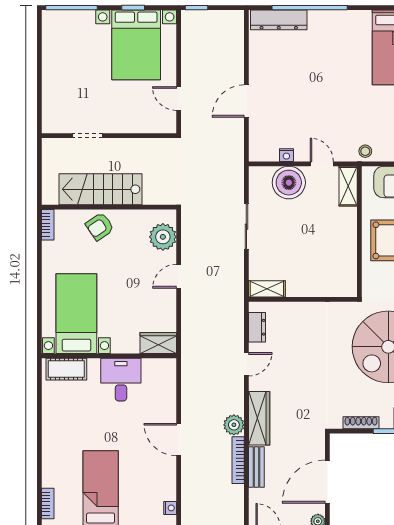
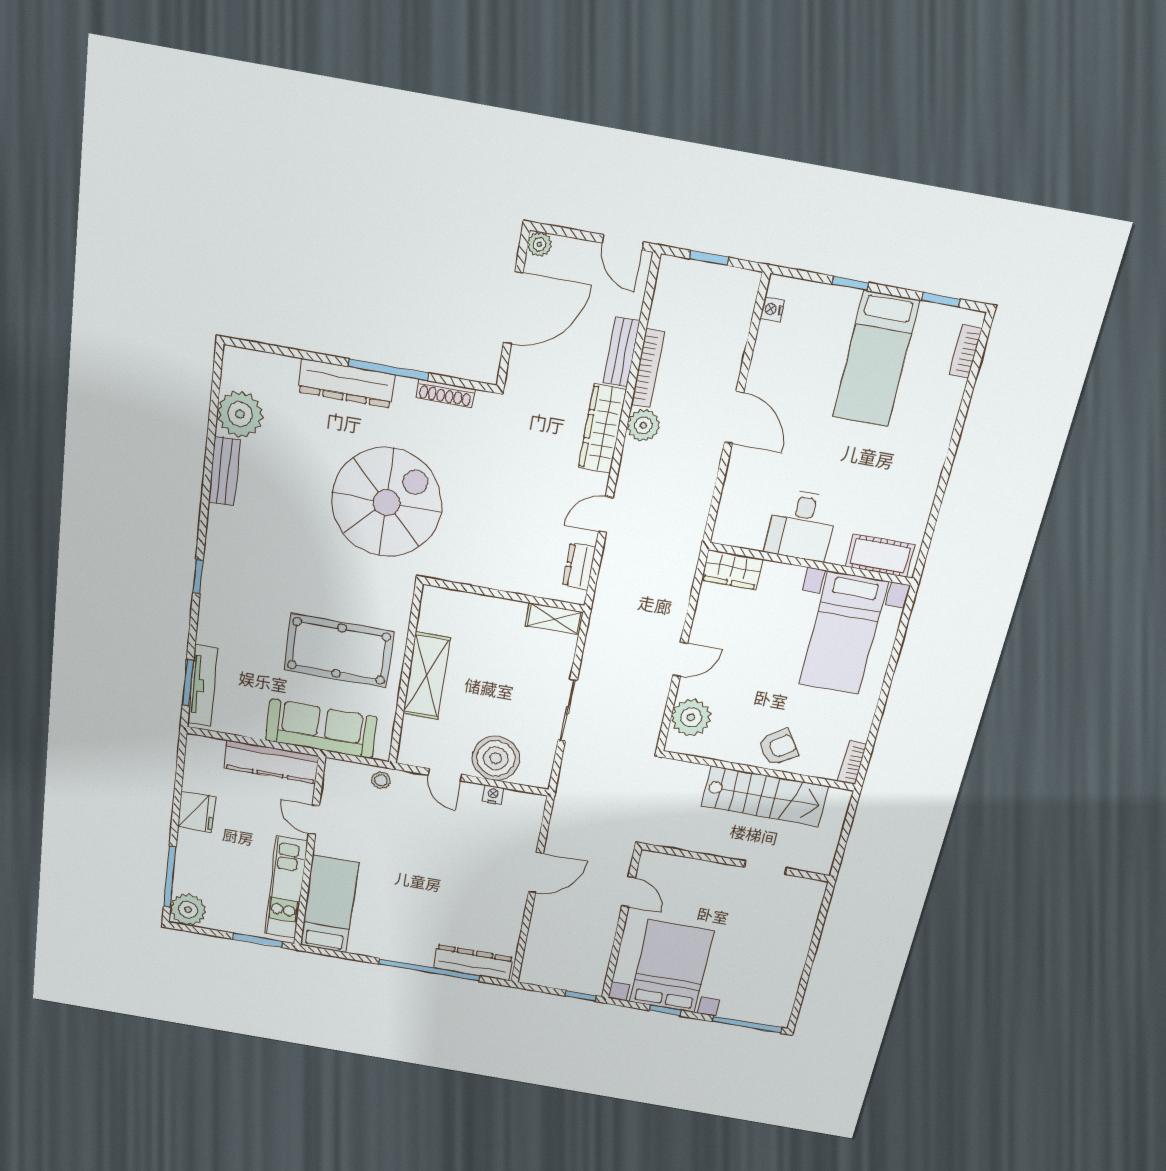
shelving: (348, 186) -> (427, 676), moved, width x1.50, depth x1.33

